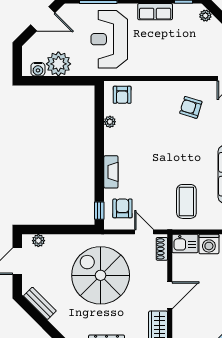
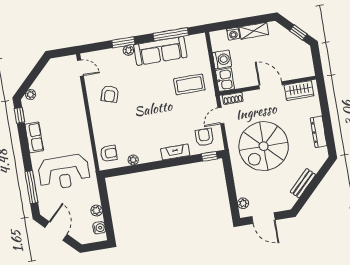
plant: (58, 64) -> (97, 211), width x0.53, depth x0.53
armchair: (122, 208) -> (204, 137), turned 90
bench: (40, 303) -> (303, 183), moved

